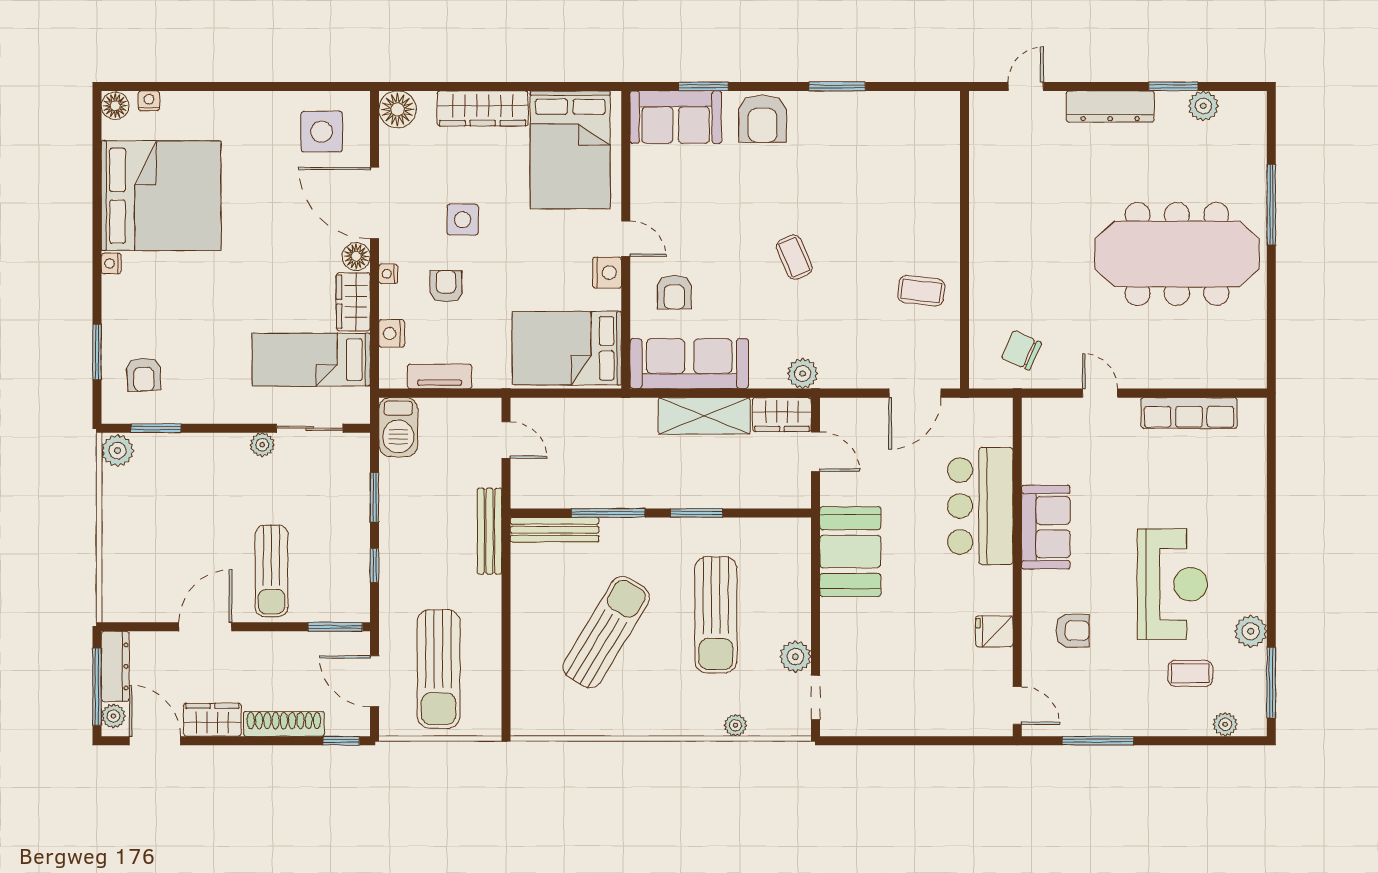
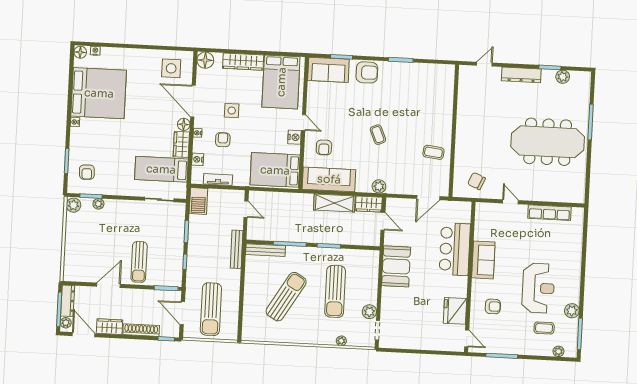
armchair: (762, 119) -> (367, 72), turned -90
plant: (262, 445) -> (98, 204), moved
fridge: (994, 631) -> (455, 311), width x1.88, depth x1.34

